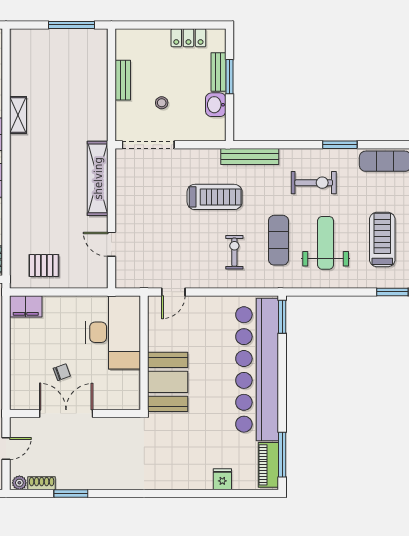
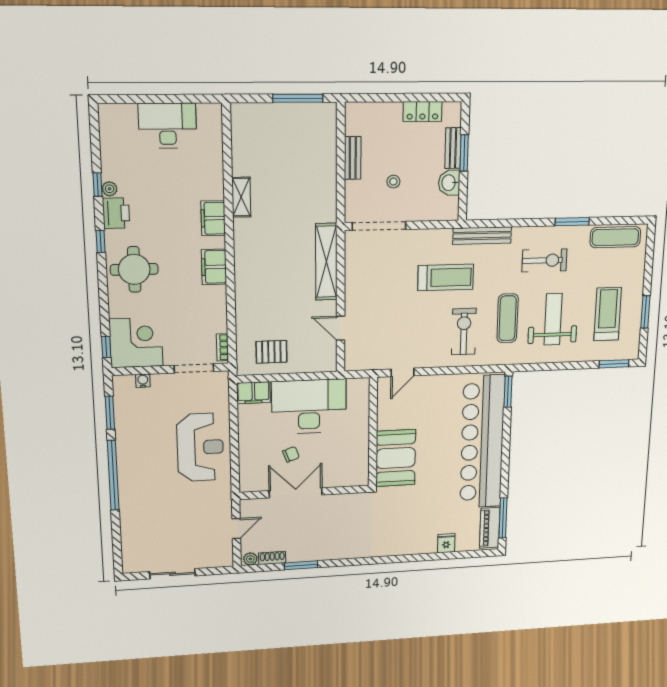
exercise bike: (234, 252) -> (464, 332), width x1.38, depth x1.39
desk: (113, 332) -> (309, 407), moved, turned -90

